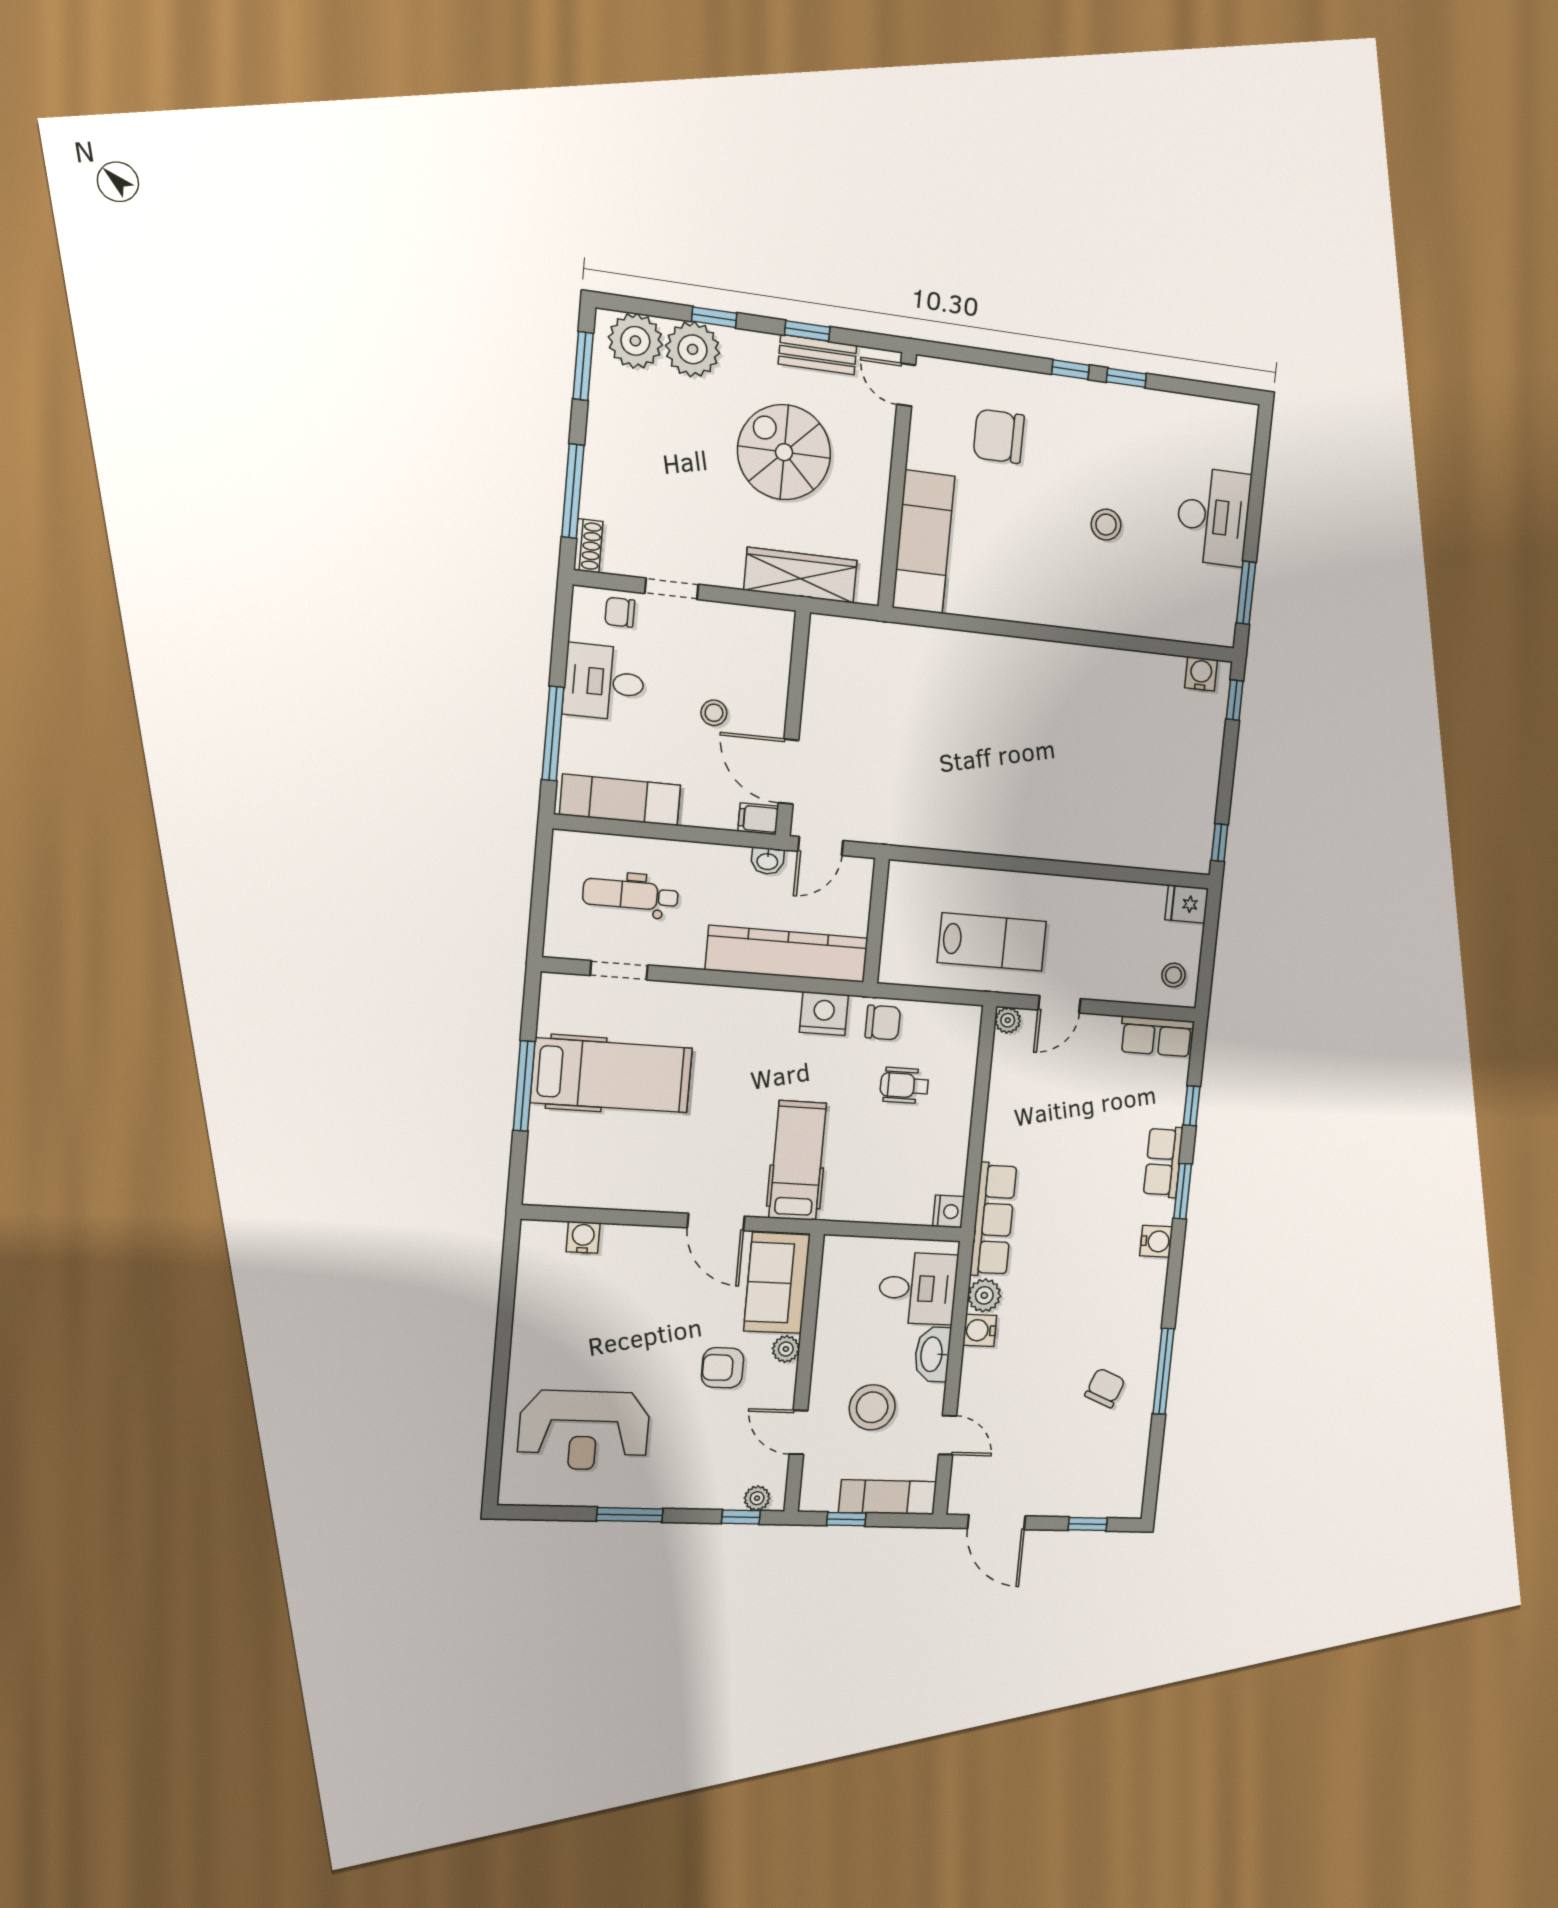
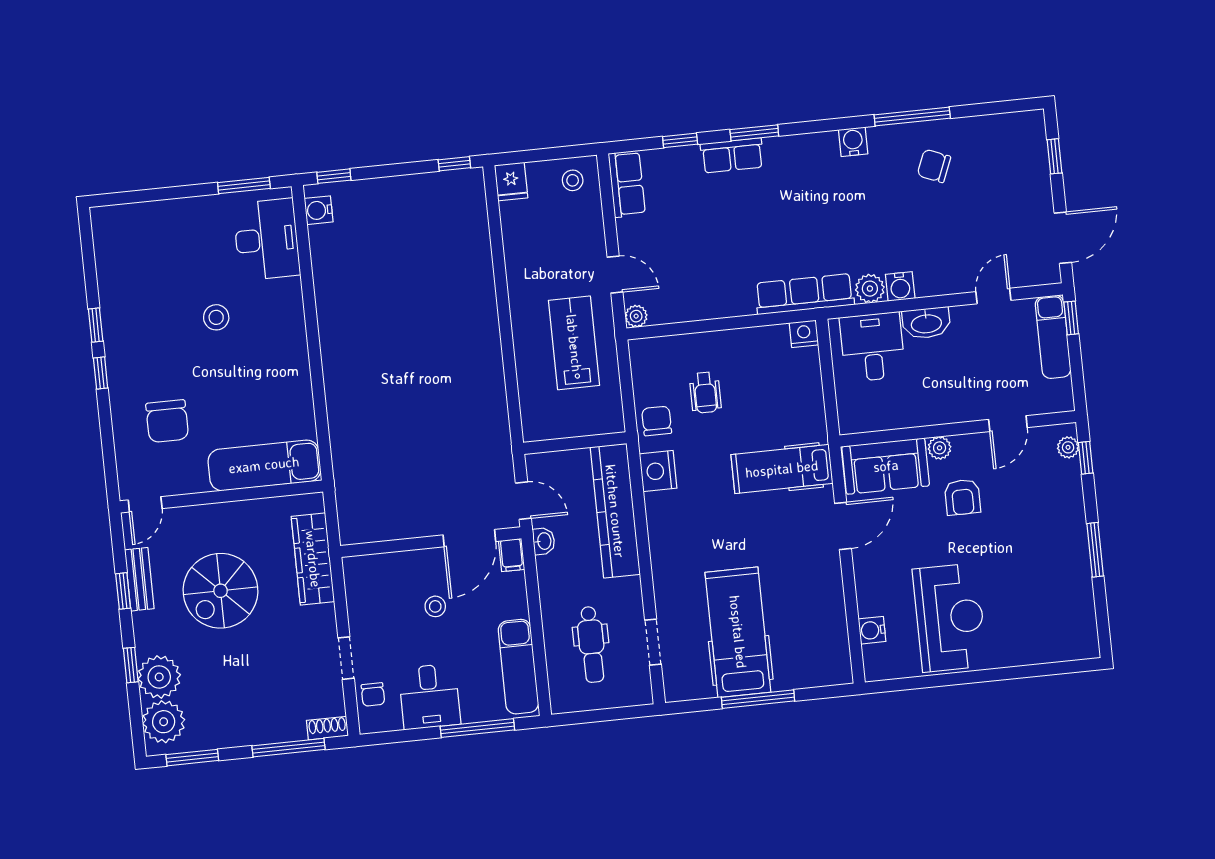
desk: (1213, 517) -> (267, 239), moved, turned 90
water cooler: (1156, 1241) -> (853, 142), moved
stool: (872, 1407) -> (978, 366), removed
reception desk: (584, 1430) -> (950, 618), moved
window: (846, 1519) -> (1071, 318), moved

